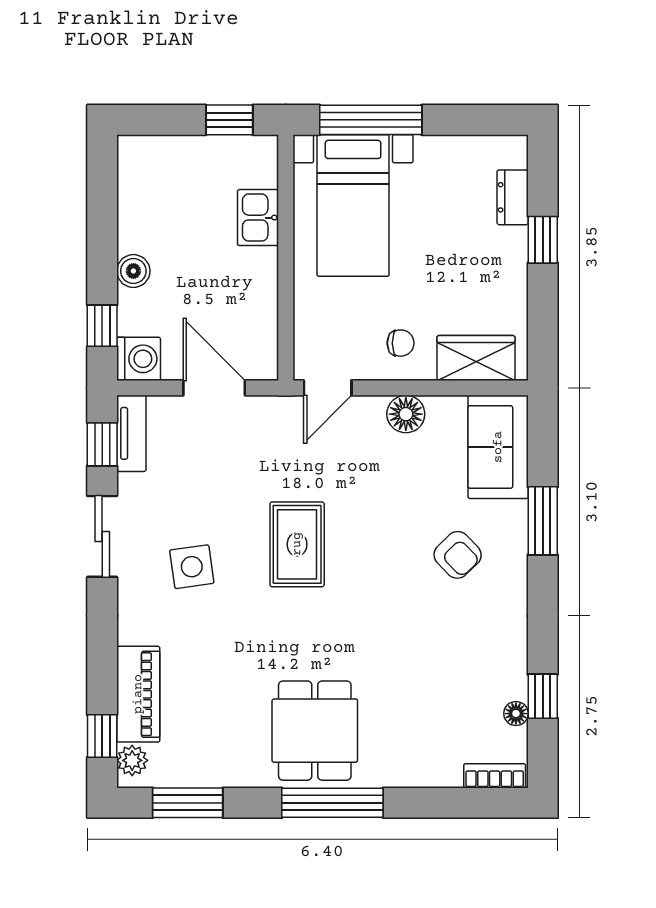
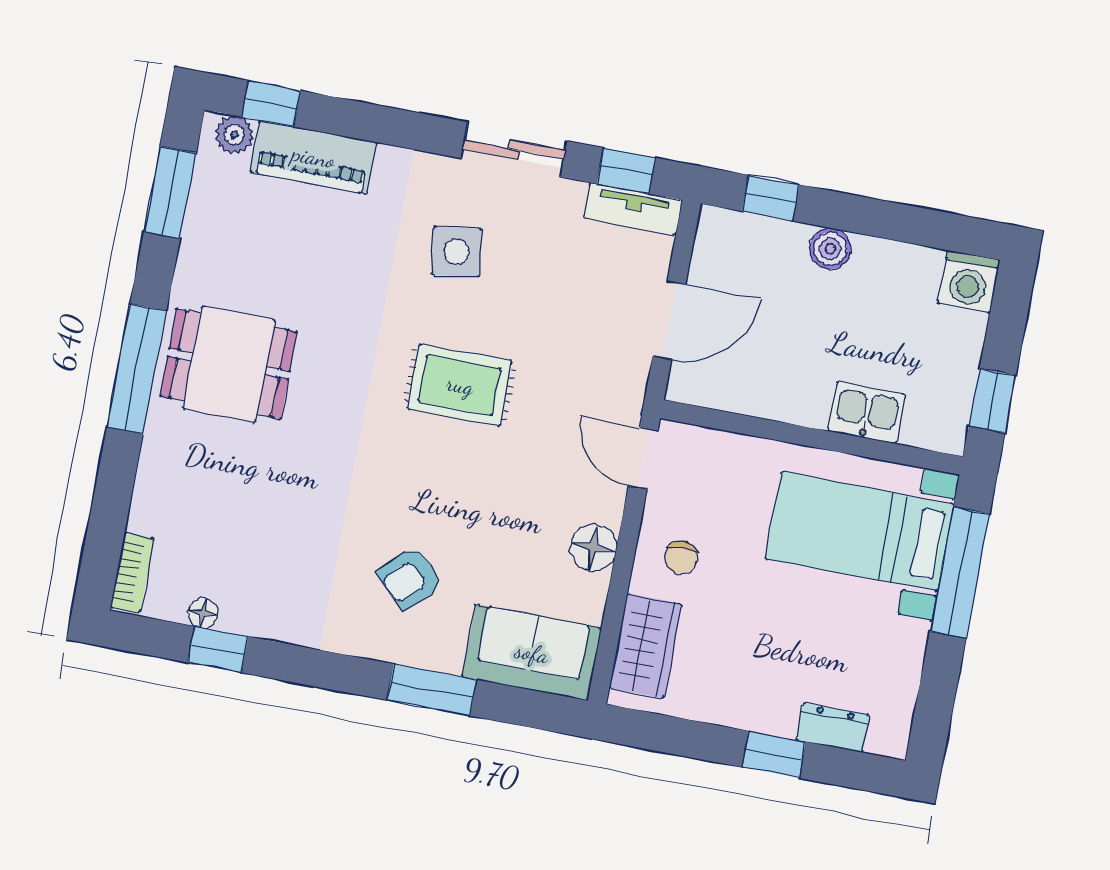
washing machine: (139, 359) -> (969, 281), moved

